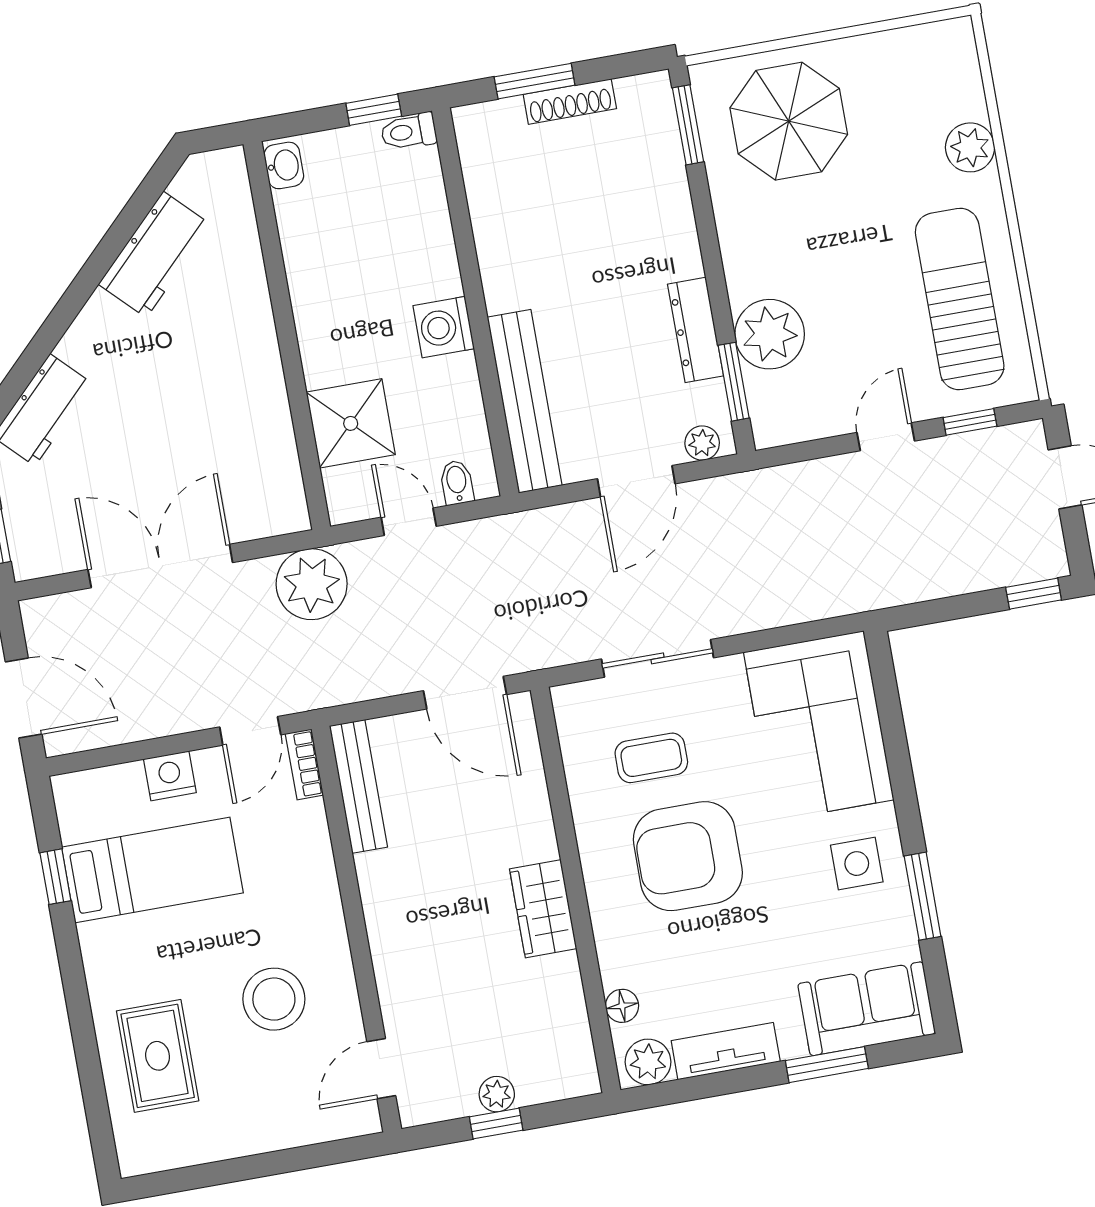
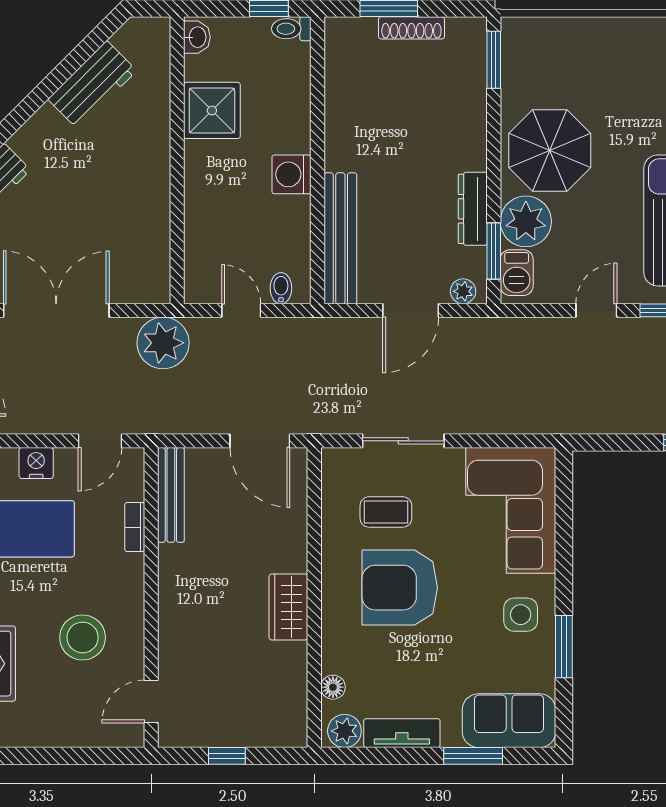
parasol: (789, 121) -> (550, 151), moved
barbecue: (770, 405) -> (517, 273), added
shower: (351, 423) -> (212, 110), moved
bookcase: (304, 764) -> (135, 527), moved
plant: (497, 1094) -> (231, 735), removed

